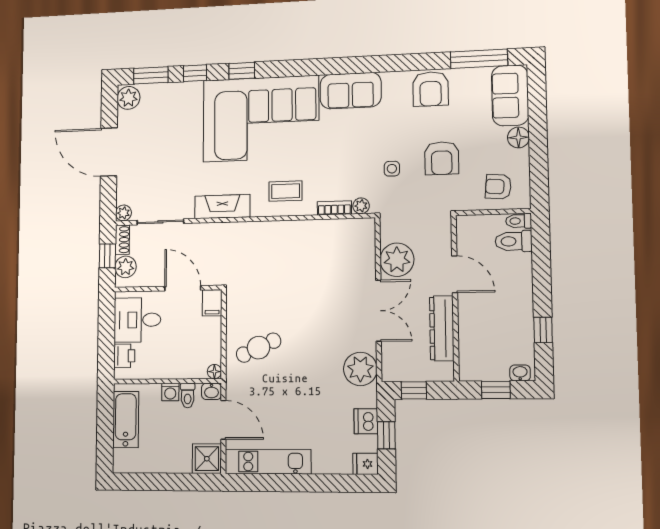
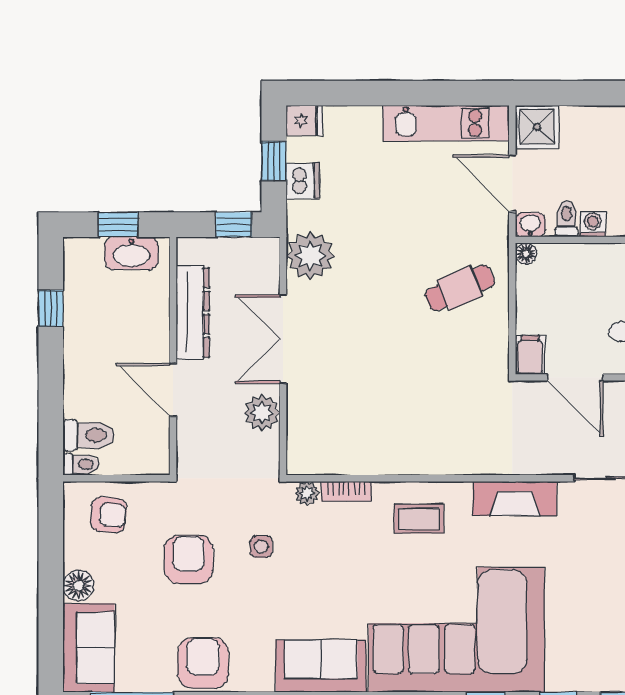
plant: (397, 260) -> (262, 413), width x0.73, depth x0.73
washbasin: (520, 373) -> (132, 253), moved, width x1.91, depth x1.45

